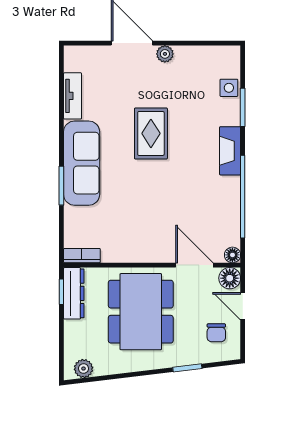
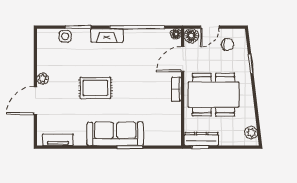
tv unit: (73, 96) -> (58, 140), moved
bookcase: (82, 256) -> (176, 89), moved

